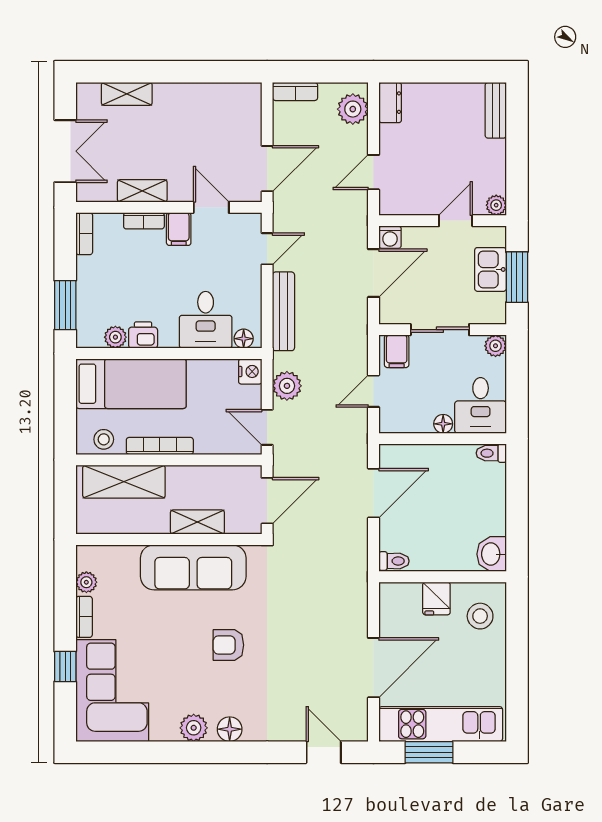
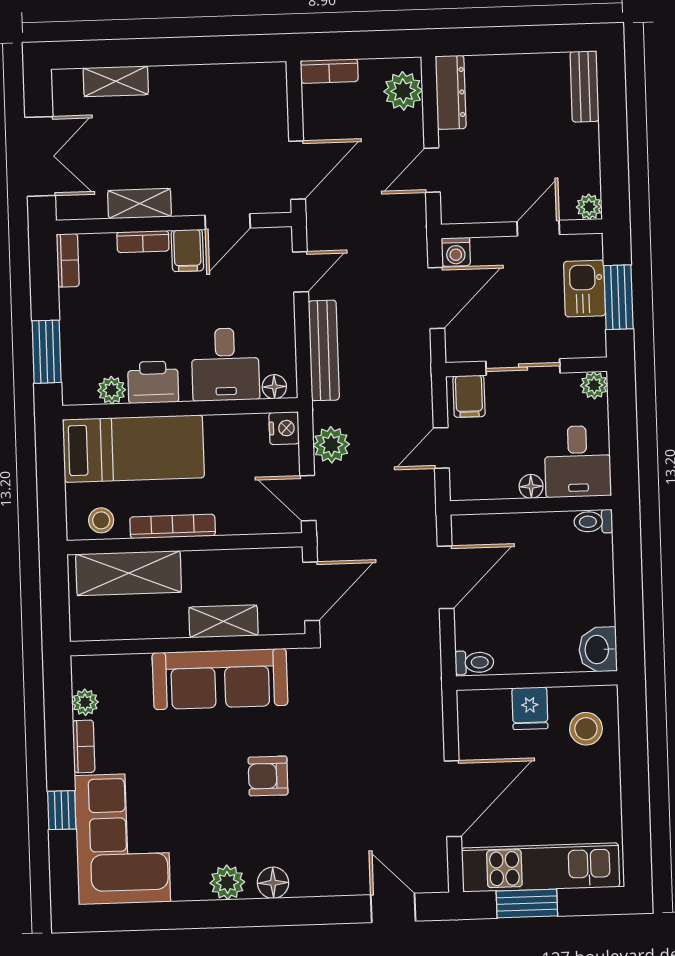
dresser: (390, 103) -> (451, 92), width x1.44
door: (211, 207) -> (228, 222), swing flipped
printer: (143, 335) -> (153, 382), width x1.36, depth x1.24

